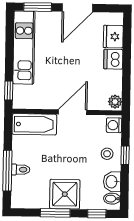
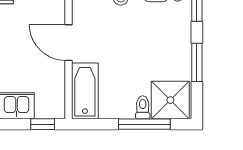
shower: (65, 194) -> (170, 100), moved

